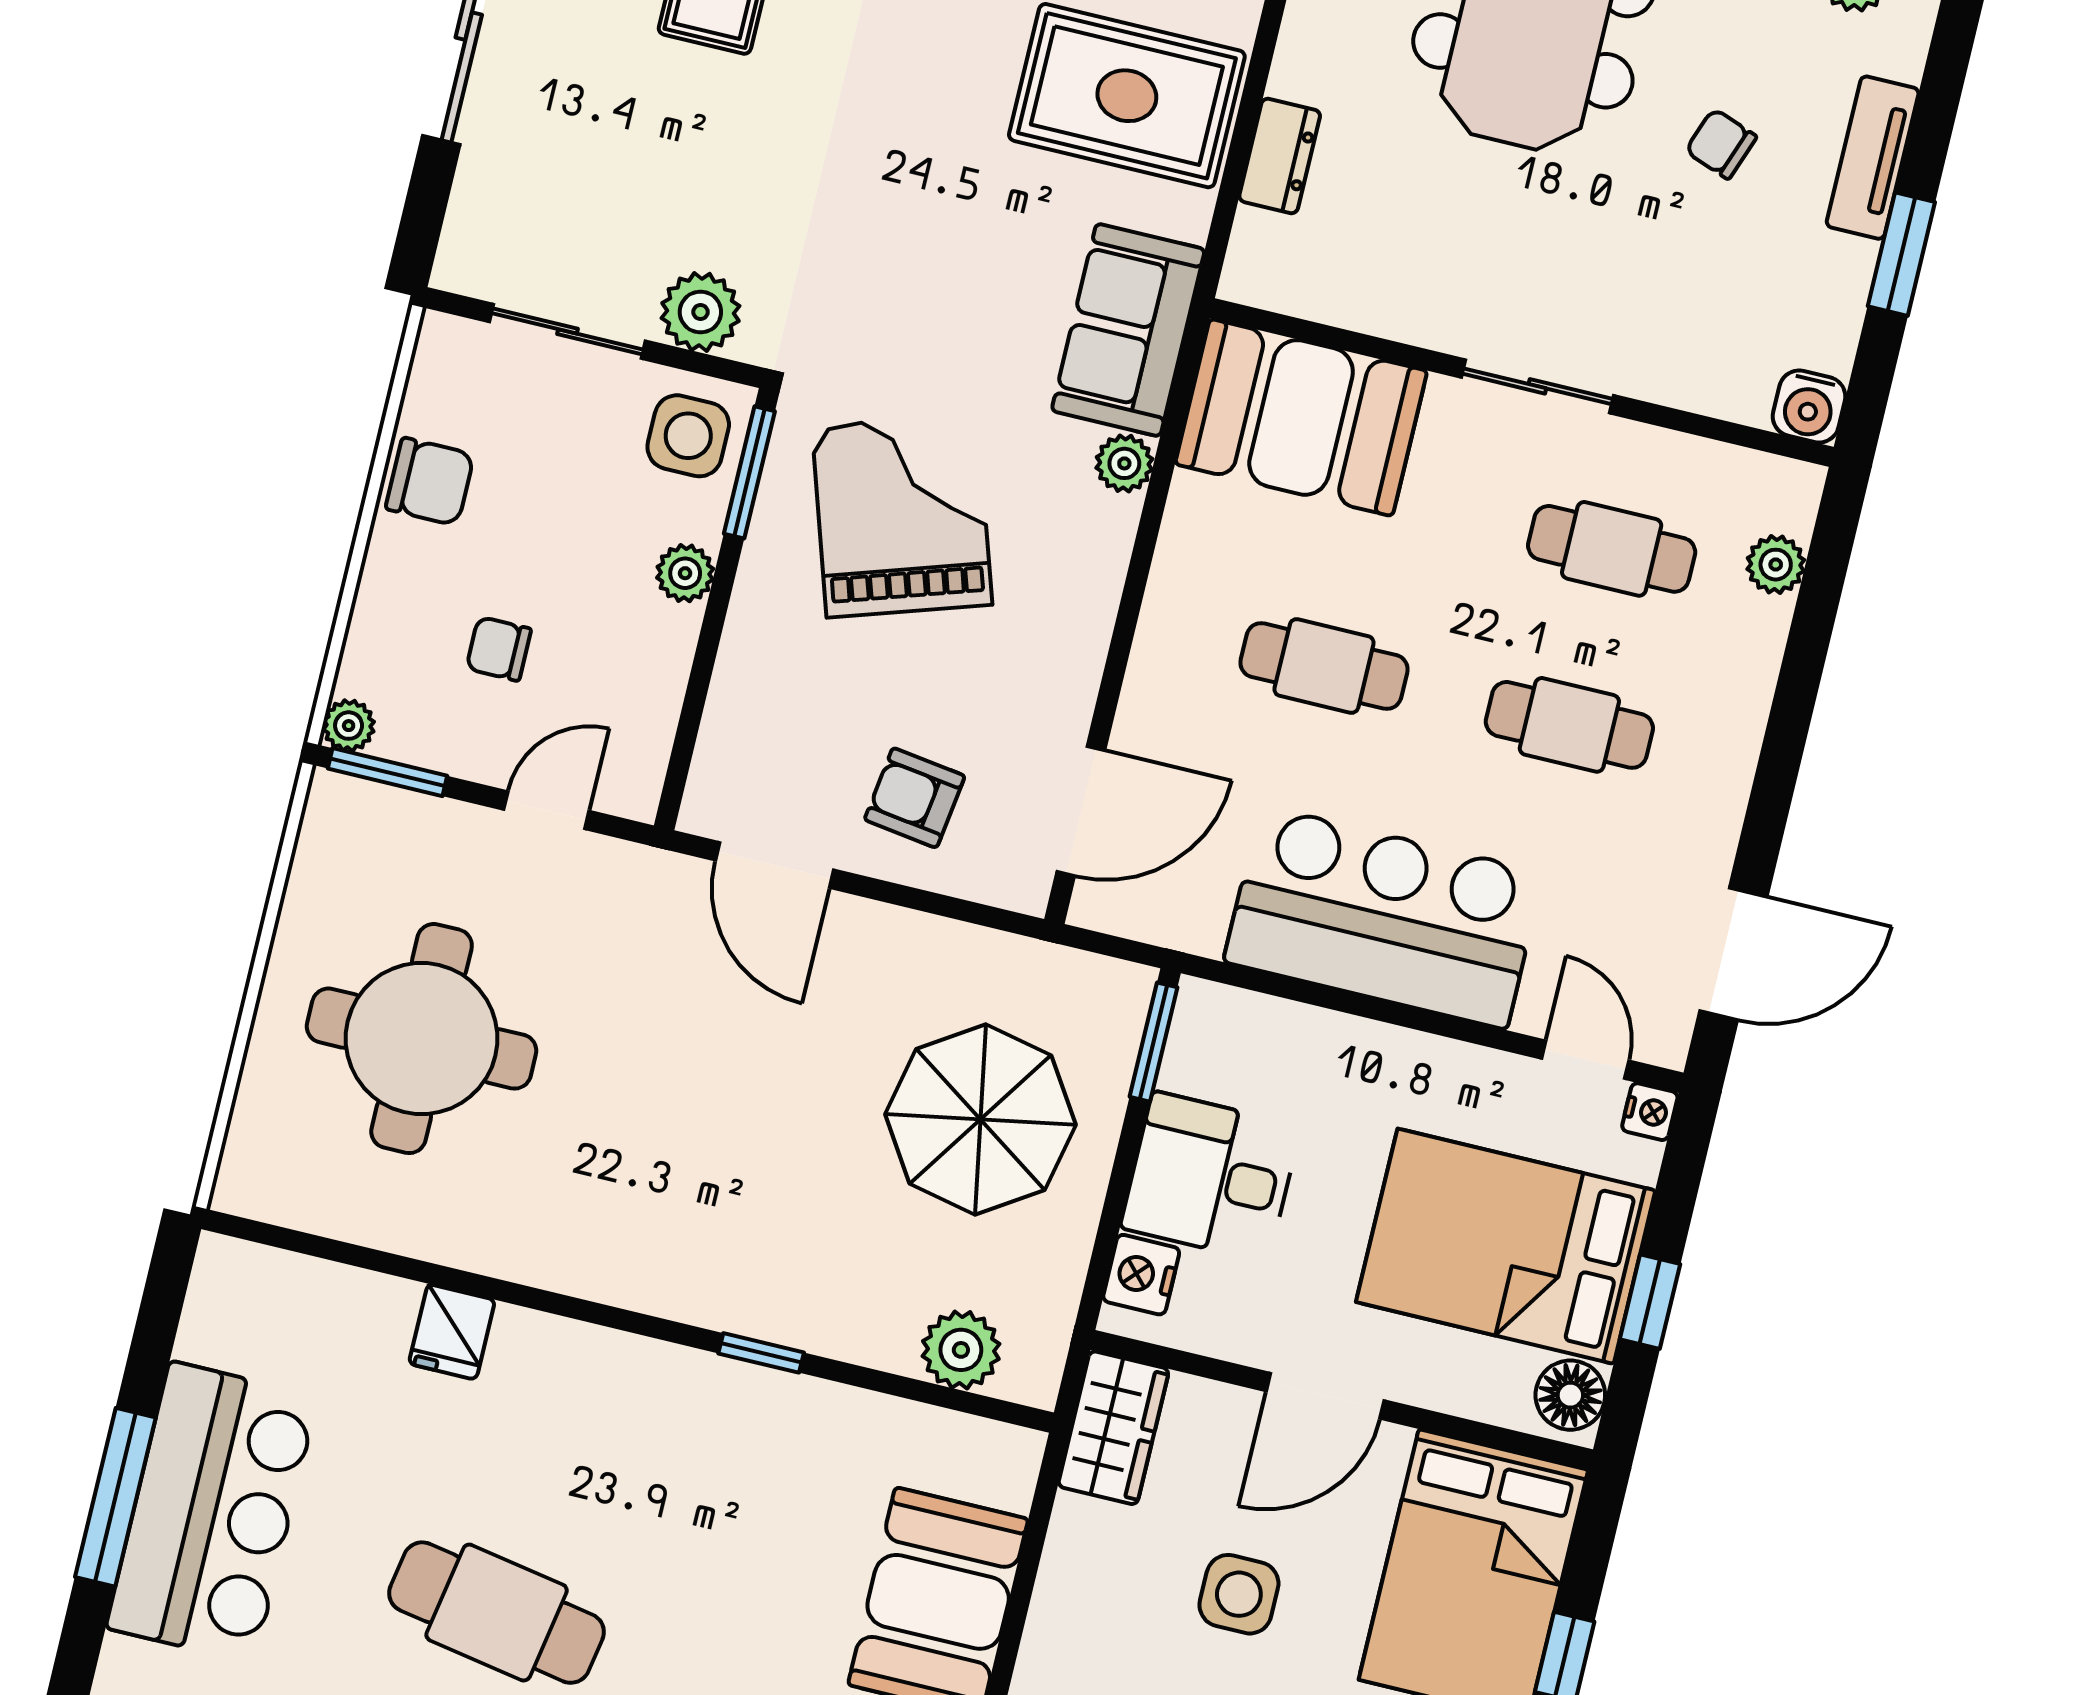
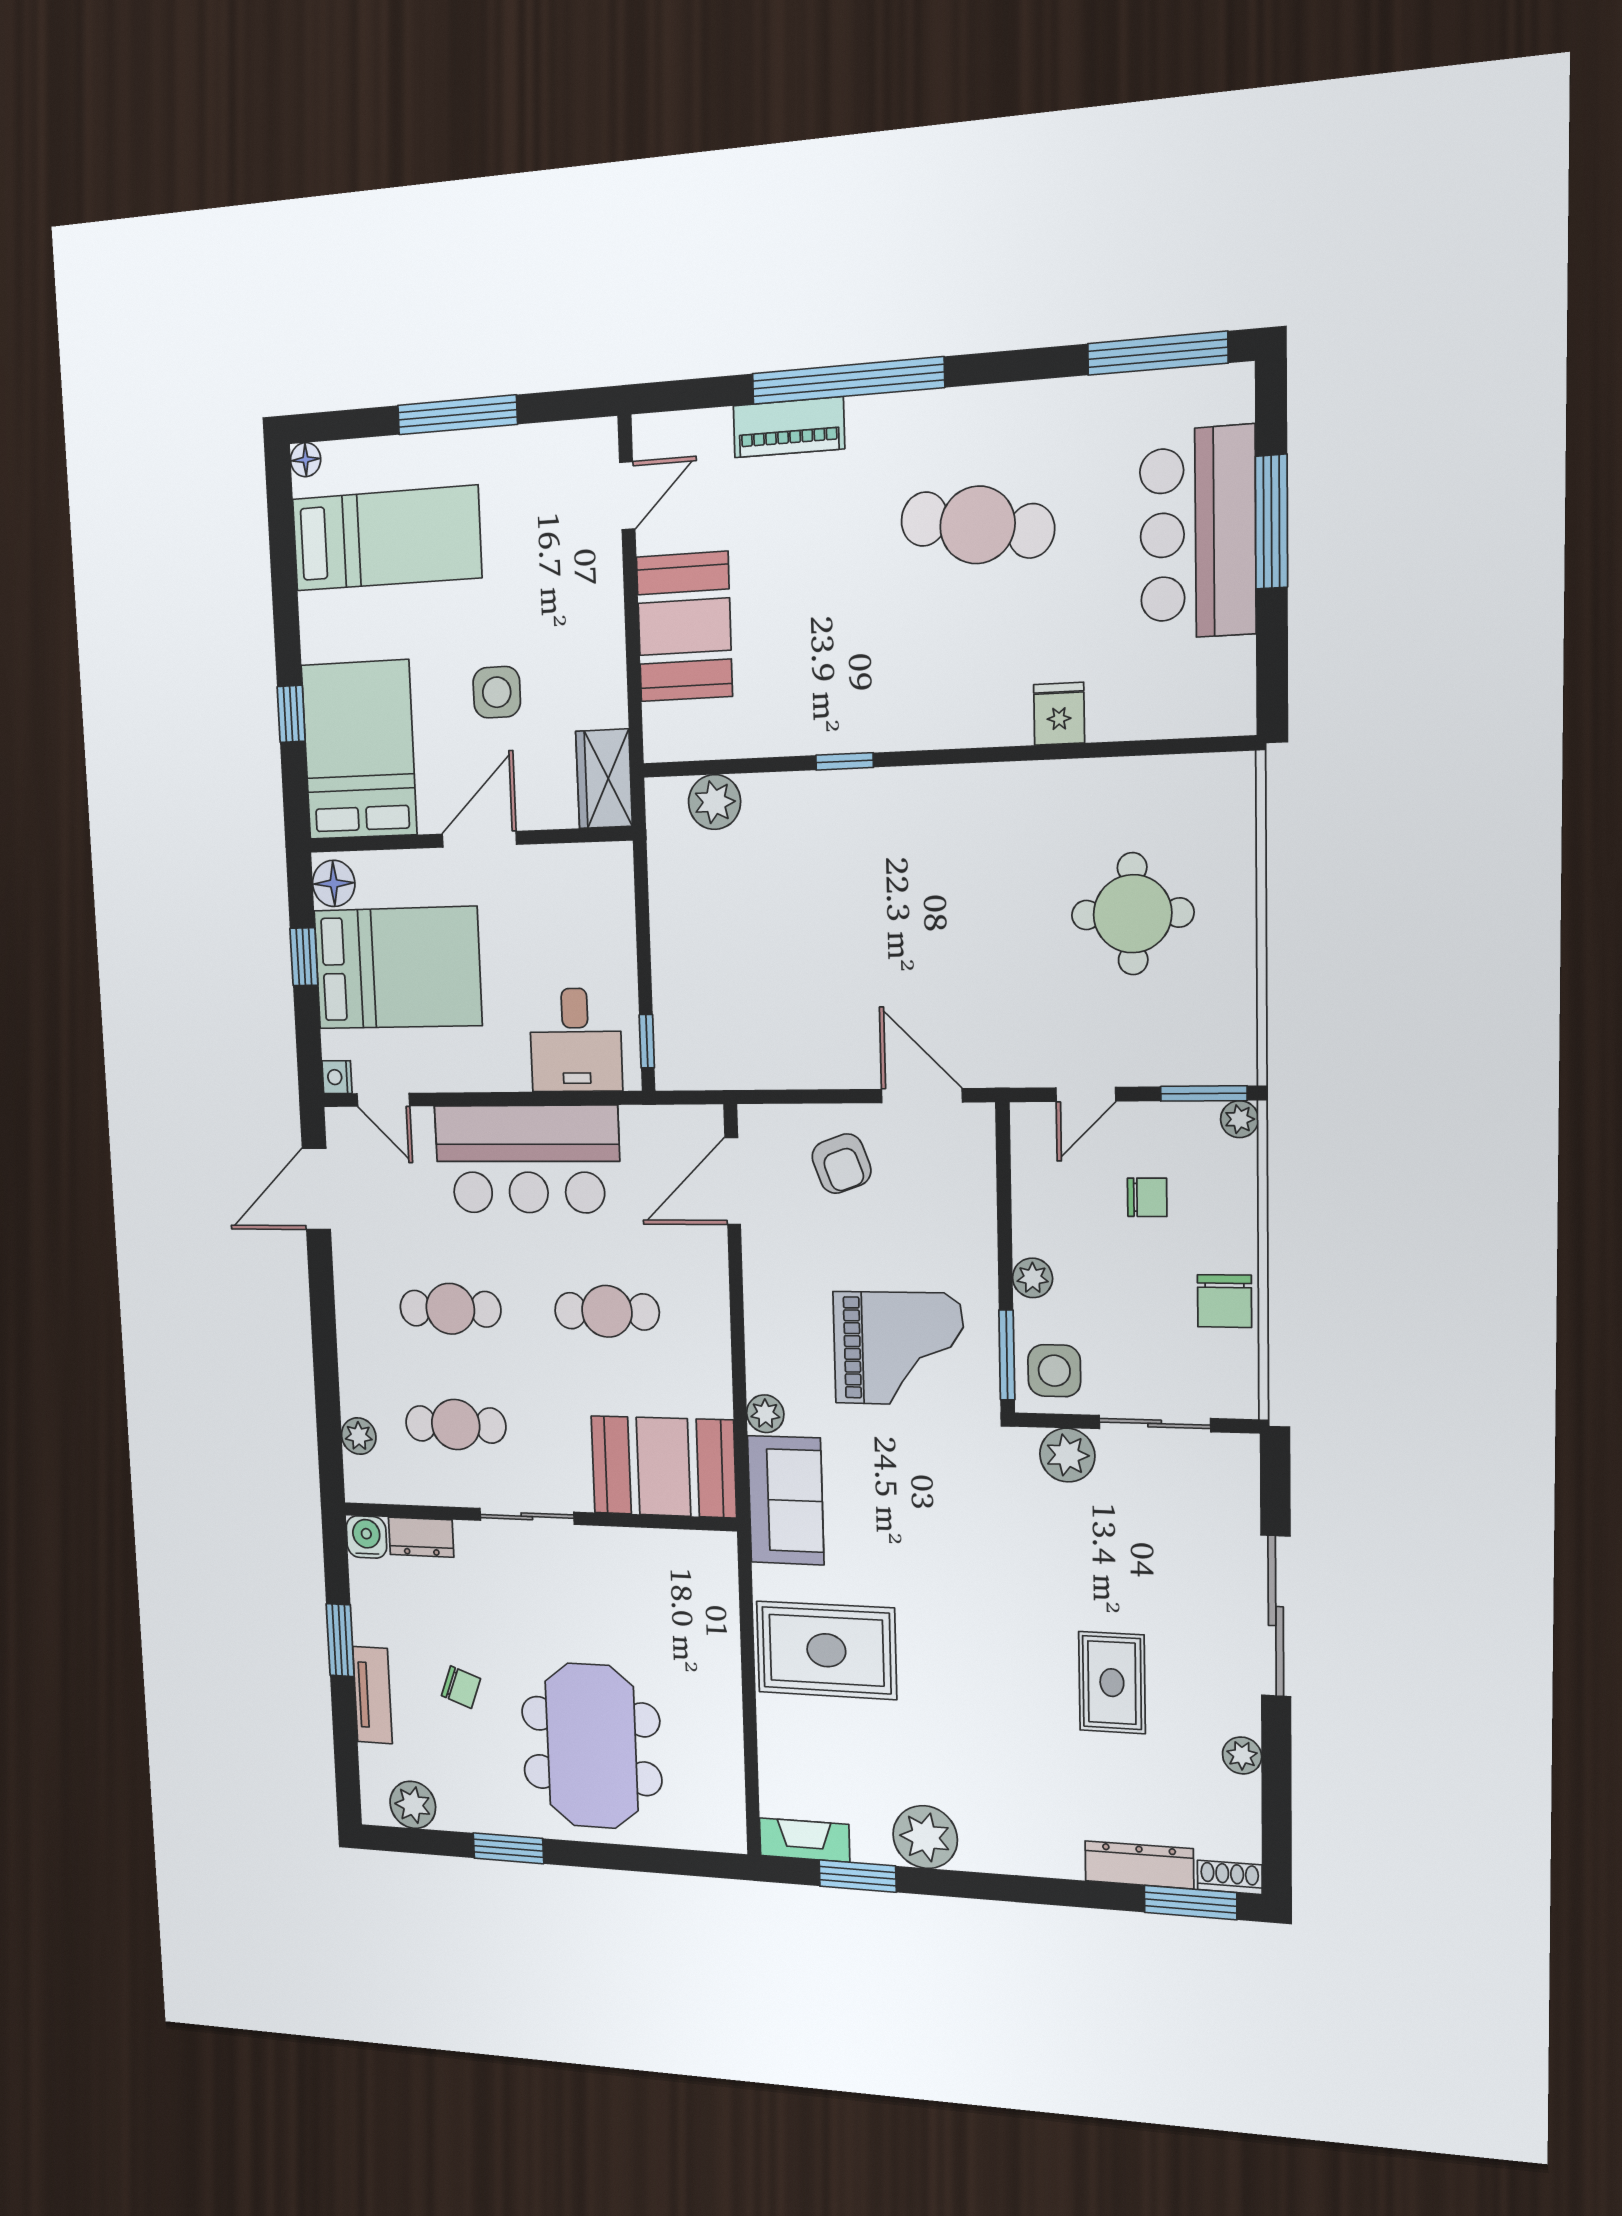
dresser: (1280, 156) -> (421, 1537), moved, turned -90
chair: (430, 482) -> (1225, 1301), turned -90
grand piano: (902, 516) -> (899, 1348), turned -72
armchair: (915, 798) -> (841, 1164), turned 62
round table: (422, 1039) -> (1133, 914), width x0.73, depth x0.73
window: (1154, 1042) -> (647, 1041), width x0.67
parasol: (980, 1120) -> (743, 960), removed
desk: (1211, 1177) -> (576, 1040), moved, turned 90
nightstand: (1141, 1275) -> (614, 886), removed

